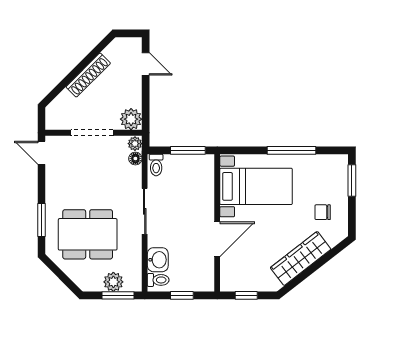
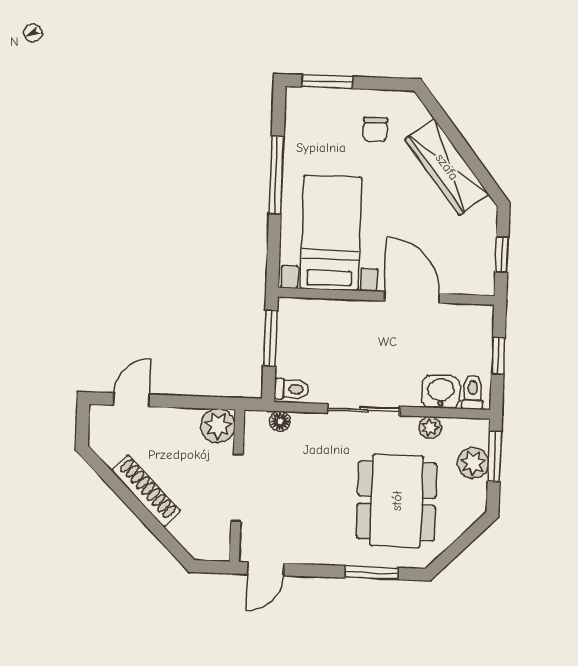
plant: (135, 144) -> (430, 428), moved

